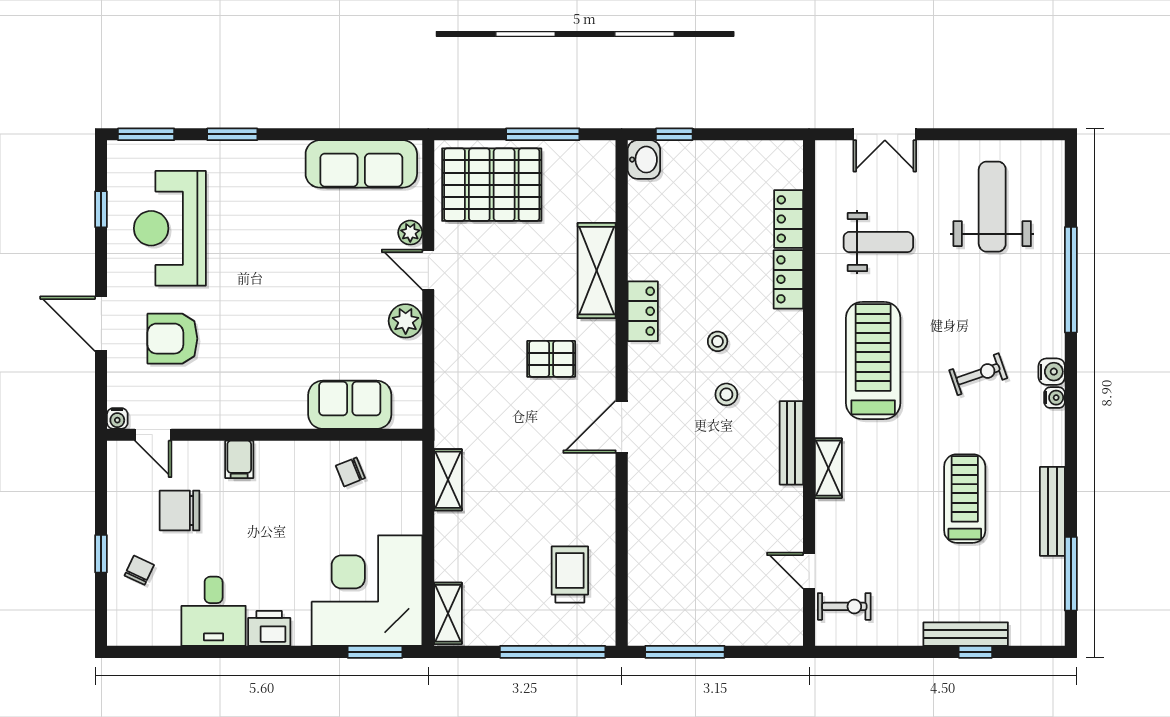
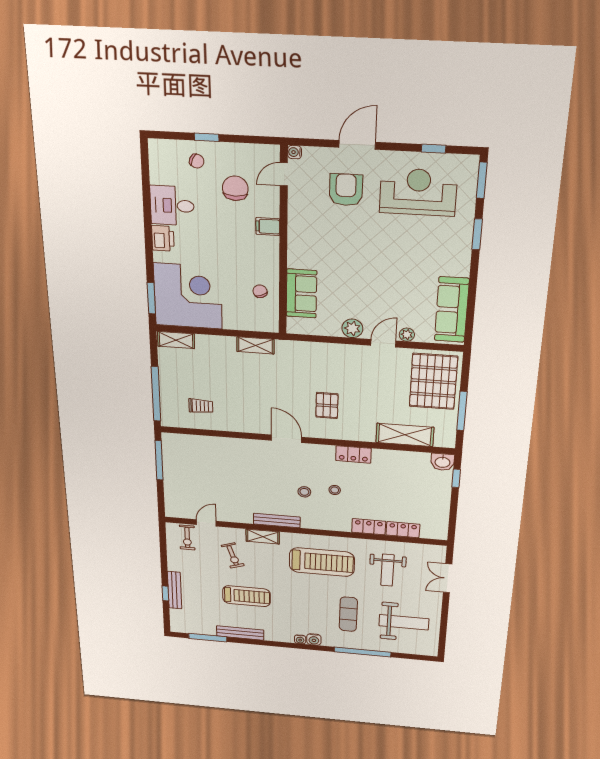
shelving: (597, 271) -> (405, 435), moved
exercise mat: (985, 309) -> (348, 614), added
exercise bike: (978, 374) -> (233, 555), moved
trolley: (570, 574) -> (201, 406), width x0.73, depth x0.72

